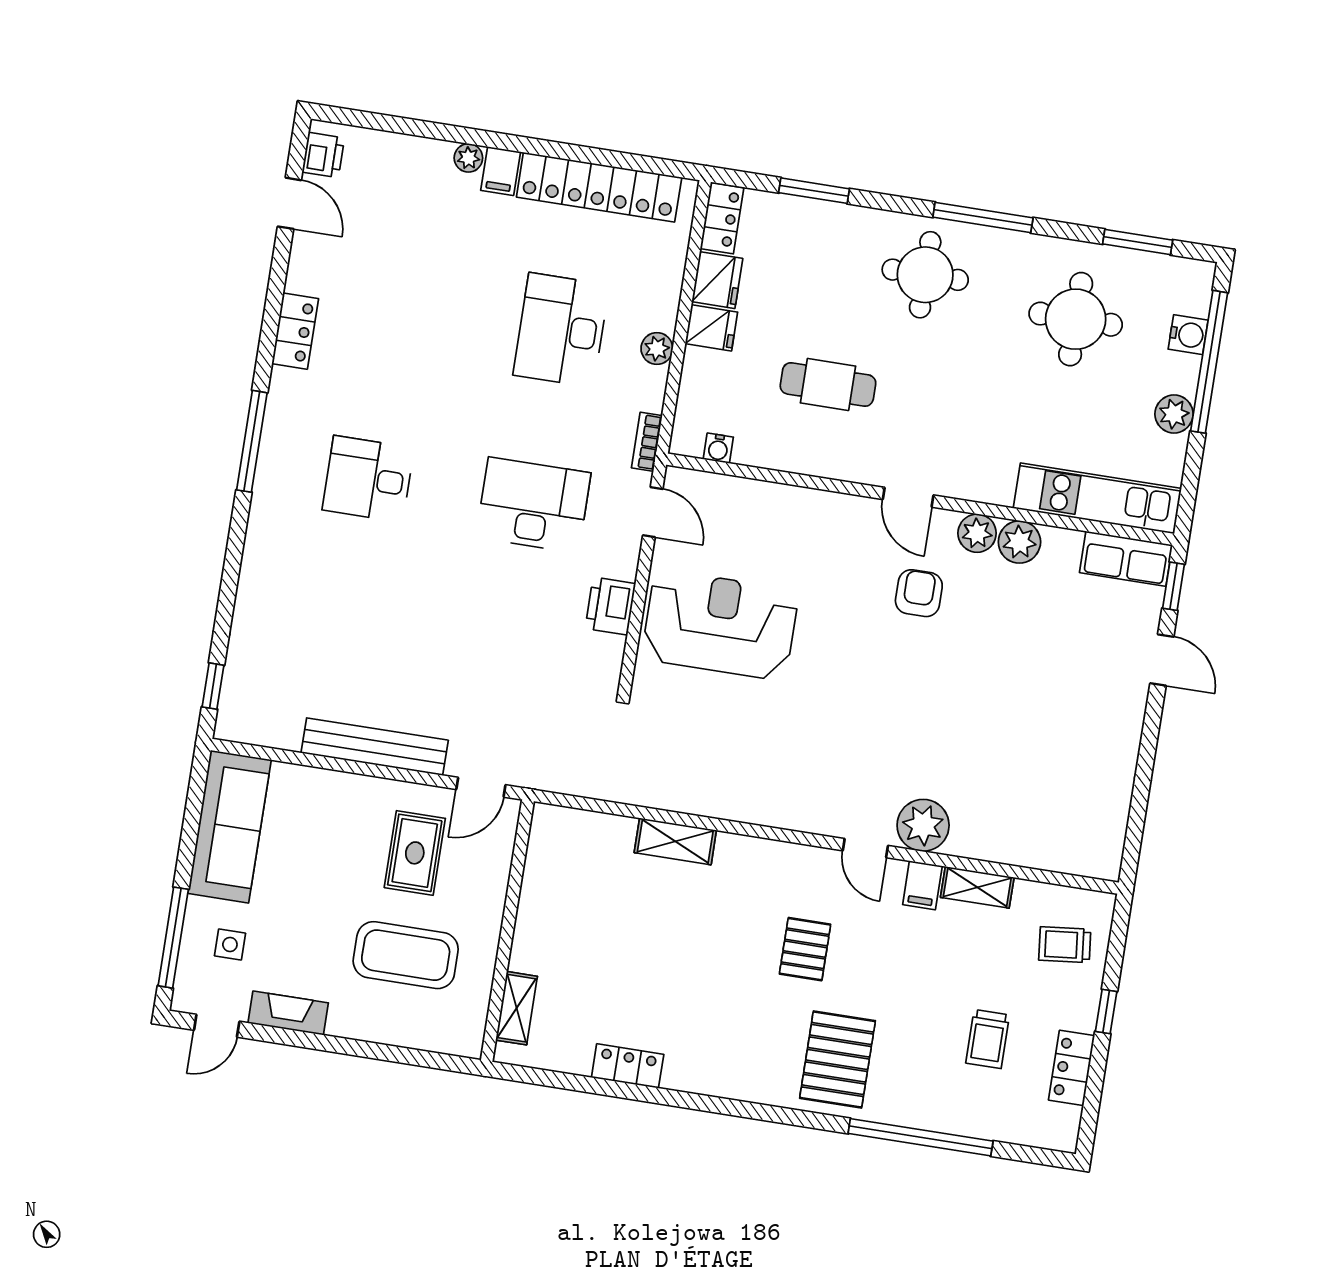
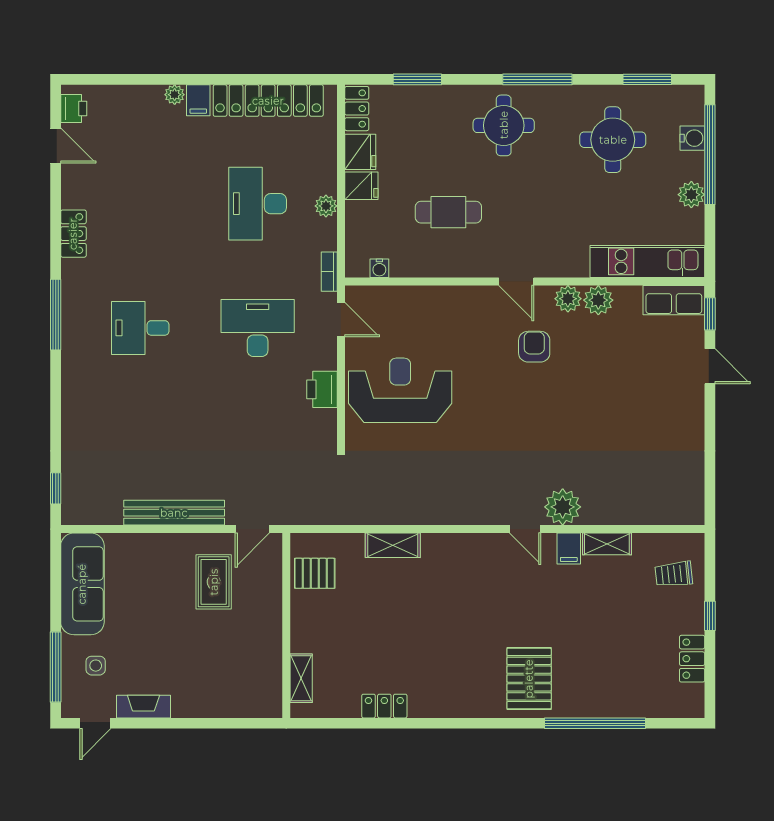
pallet: (805, 949) -> (315, 573), moved, turned 90
coffee table: (406, 955) -> (218, 654), removed
trolley: (988, 1039) -> (631, 648), removed

